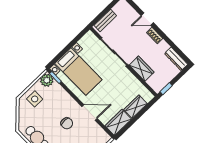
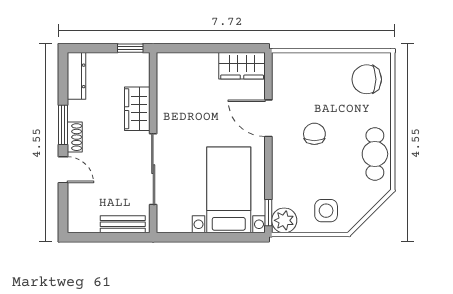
window: (163, 36) -> (63, 125), added
wardrobe: (136, 107) -> (197, 64), removed

